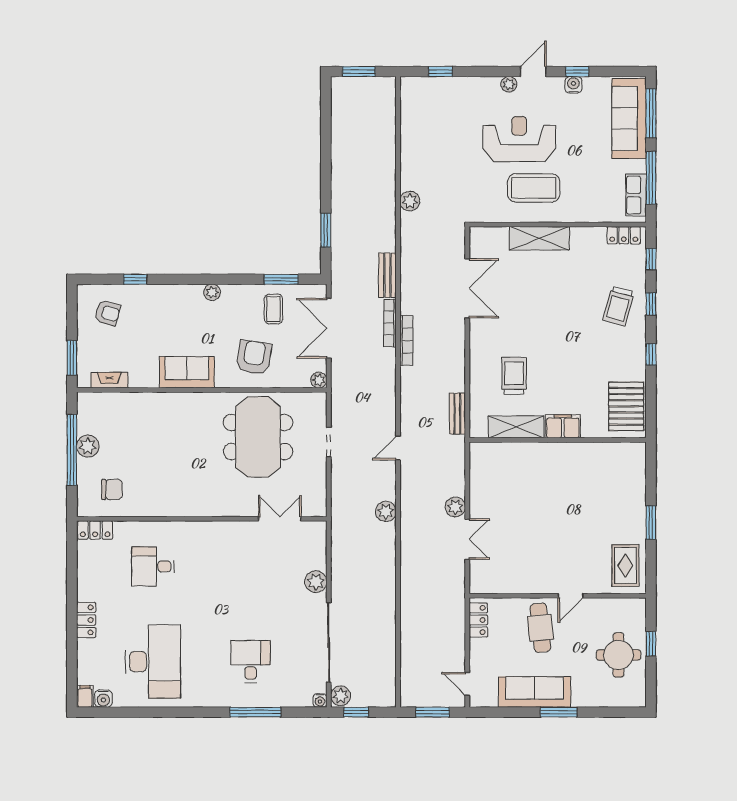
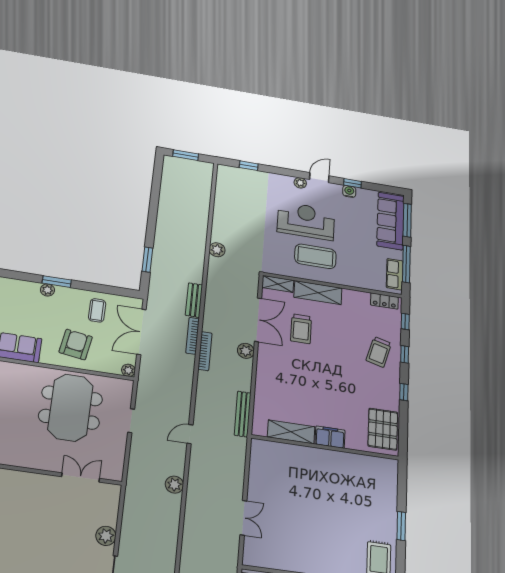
shelving: (489, 235) -> (278, 284), added
window: (281, 279) -> (57, 282), moved
trolley: (514, 376) -> (301, 329), moved, turned 180
bench: (457, 414) -> (243, 414), width x1.36
plant: (455, 507) -> (246, 351), moved

